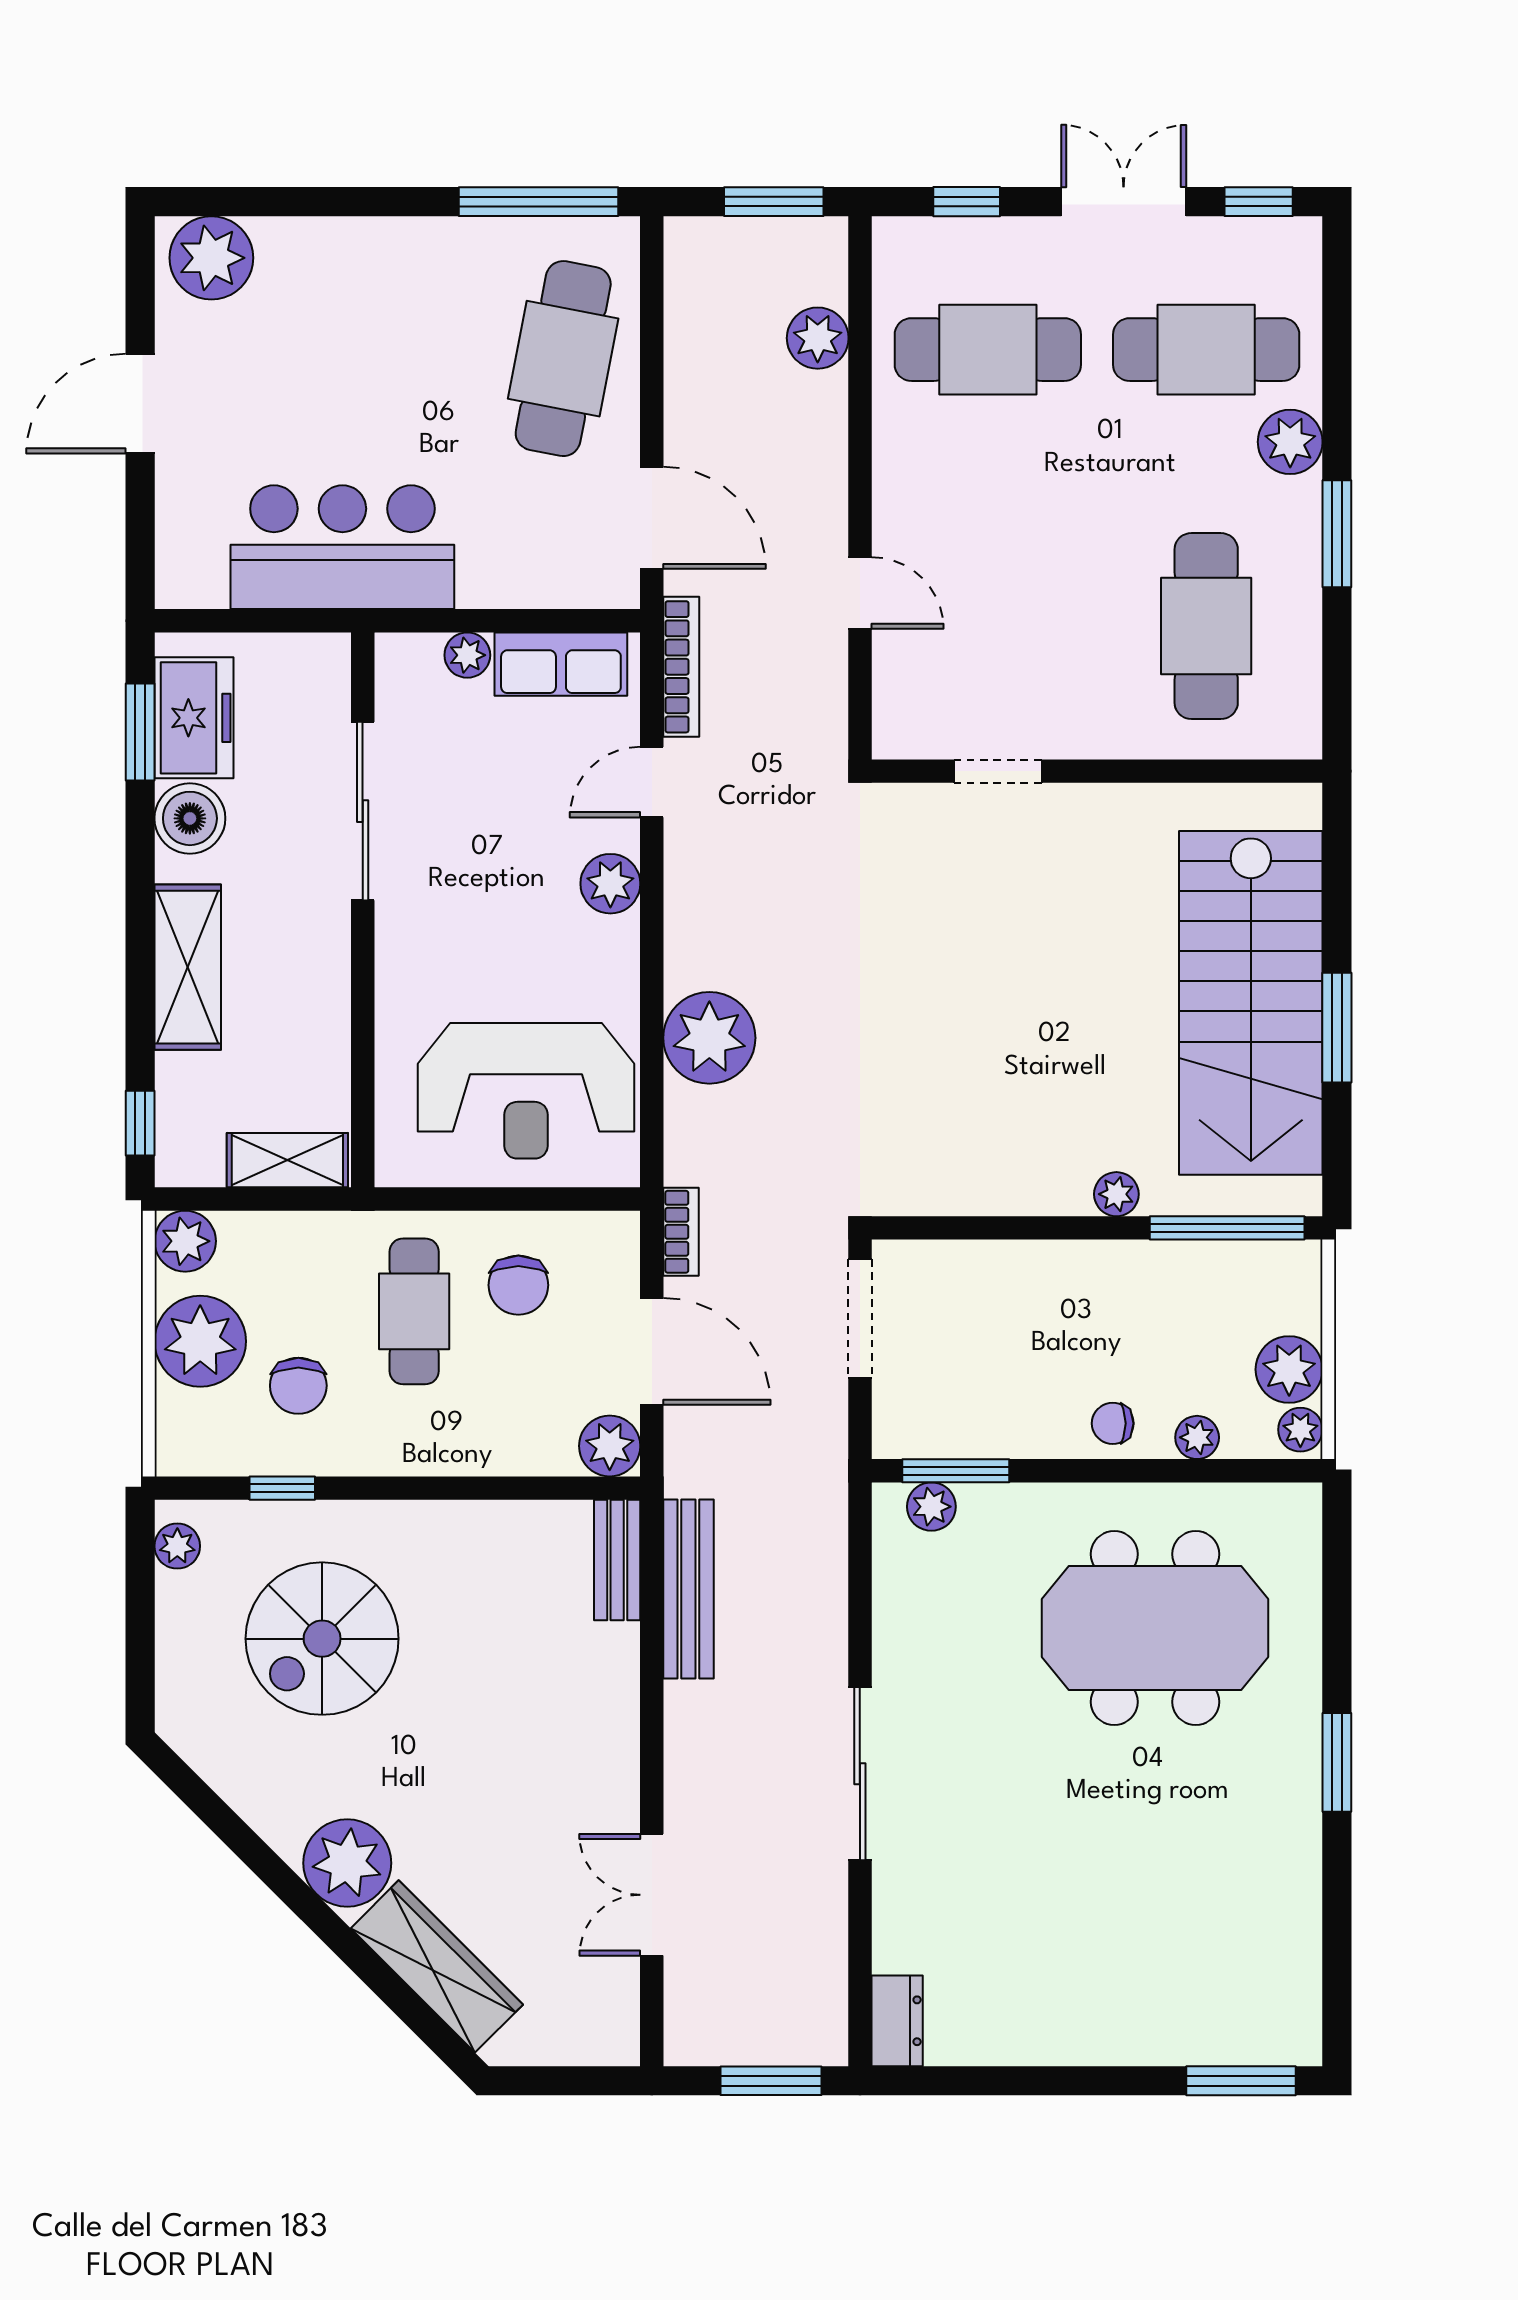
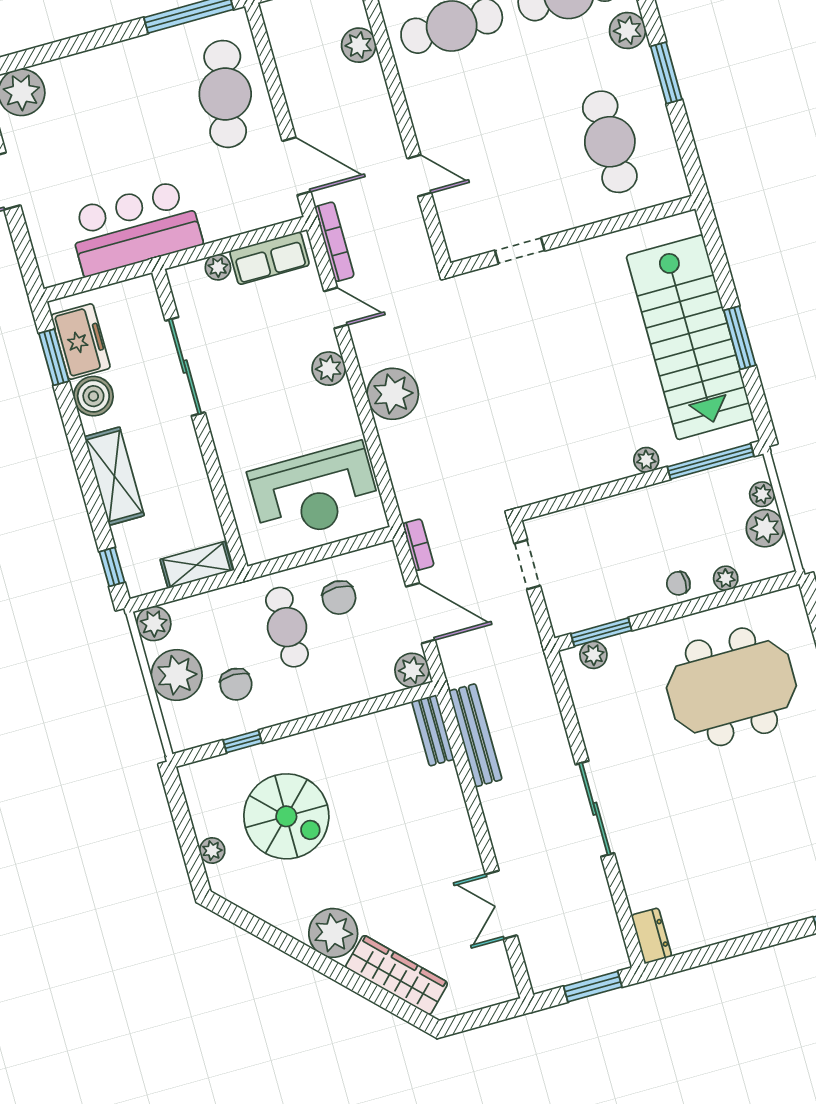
door: (652, 782) -> (336, 308), swing flipped
plant: (709, 1038) -> (393, 394), moved
doorway: (860, 1319) -> (527, 565), width x0.73
plant: (1300, 1430) -> (762, 494), moved
plant: (177, 1546) -> (212, 850), moved
spiral stairs: (322, 1639) -> (286, 816), turned -90

